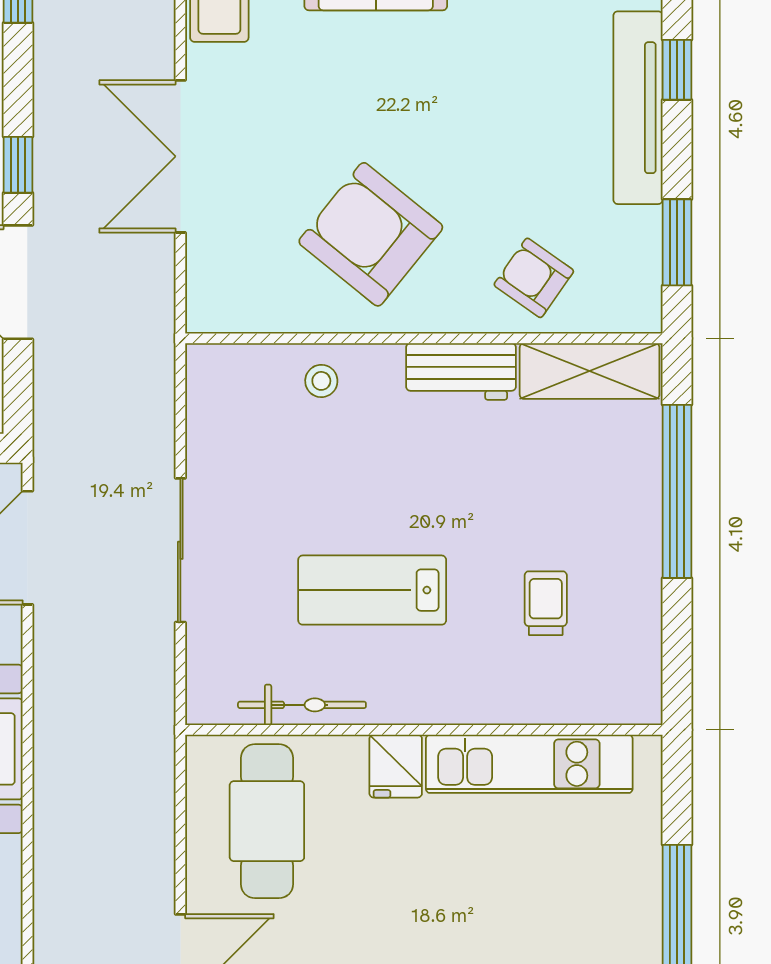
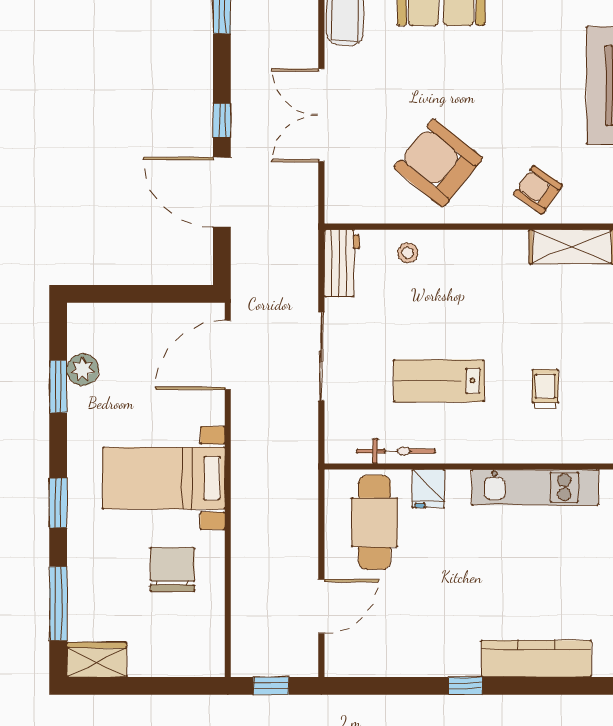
workbench: (461, 372) -> (342, 263), moved, turned -90
fridge: (396, 766) -> (428, 489), moved

